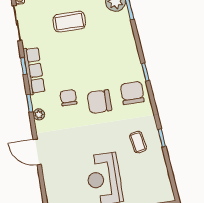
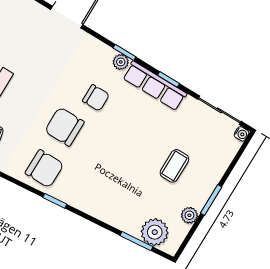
coffee table: (69, 22) -> (174, 166), width x0.73, depth x0.77
chair: (99, 102) -> (64, 127), turned -90
plant: (39, 114) -> (121, 62), moved

